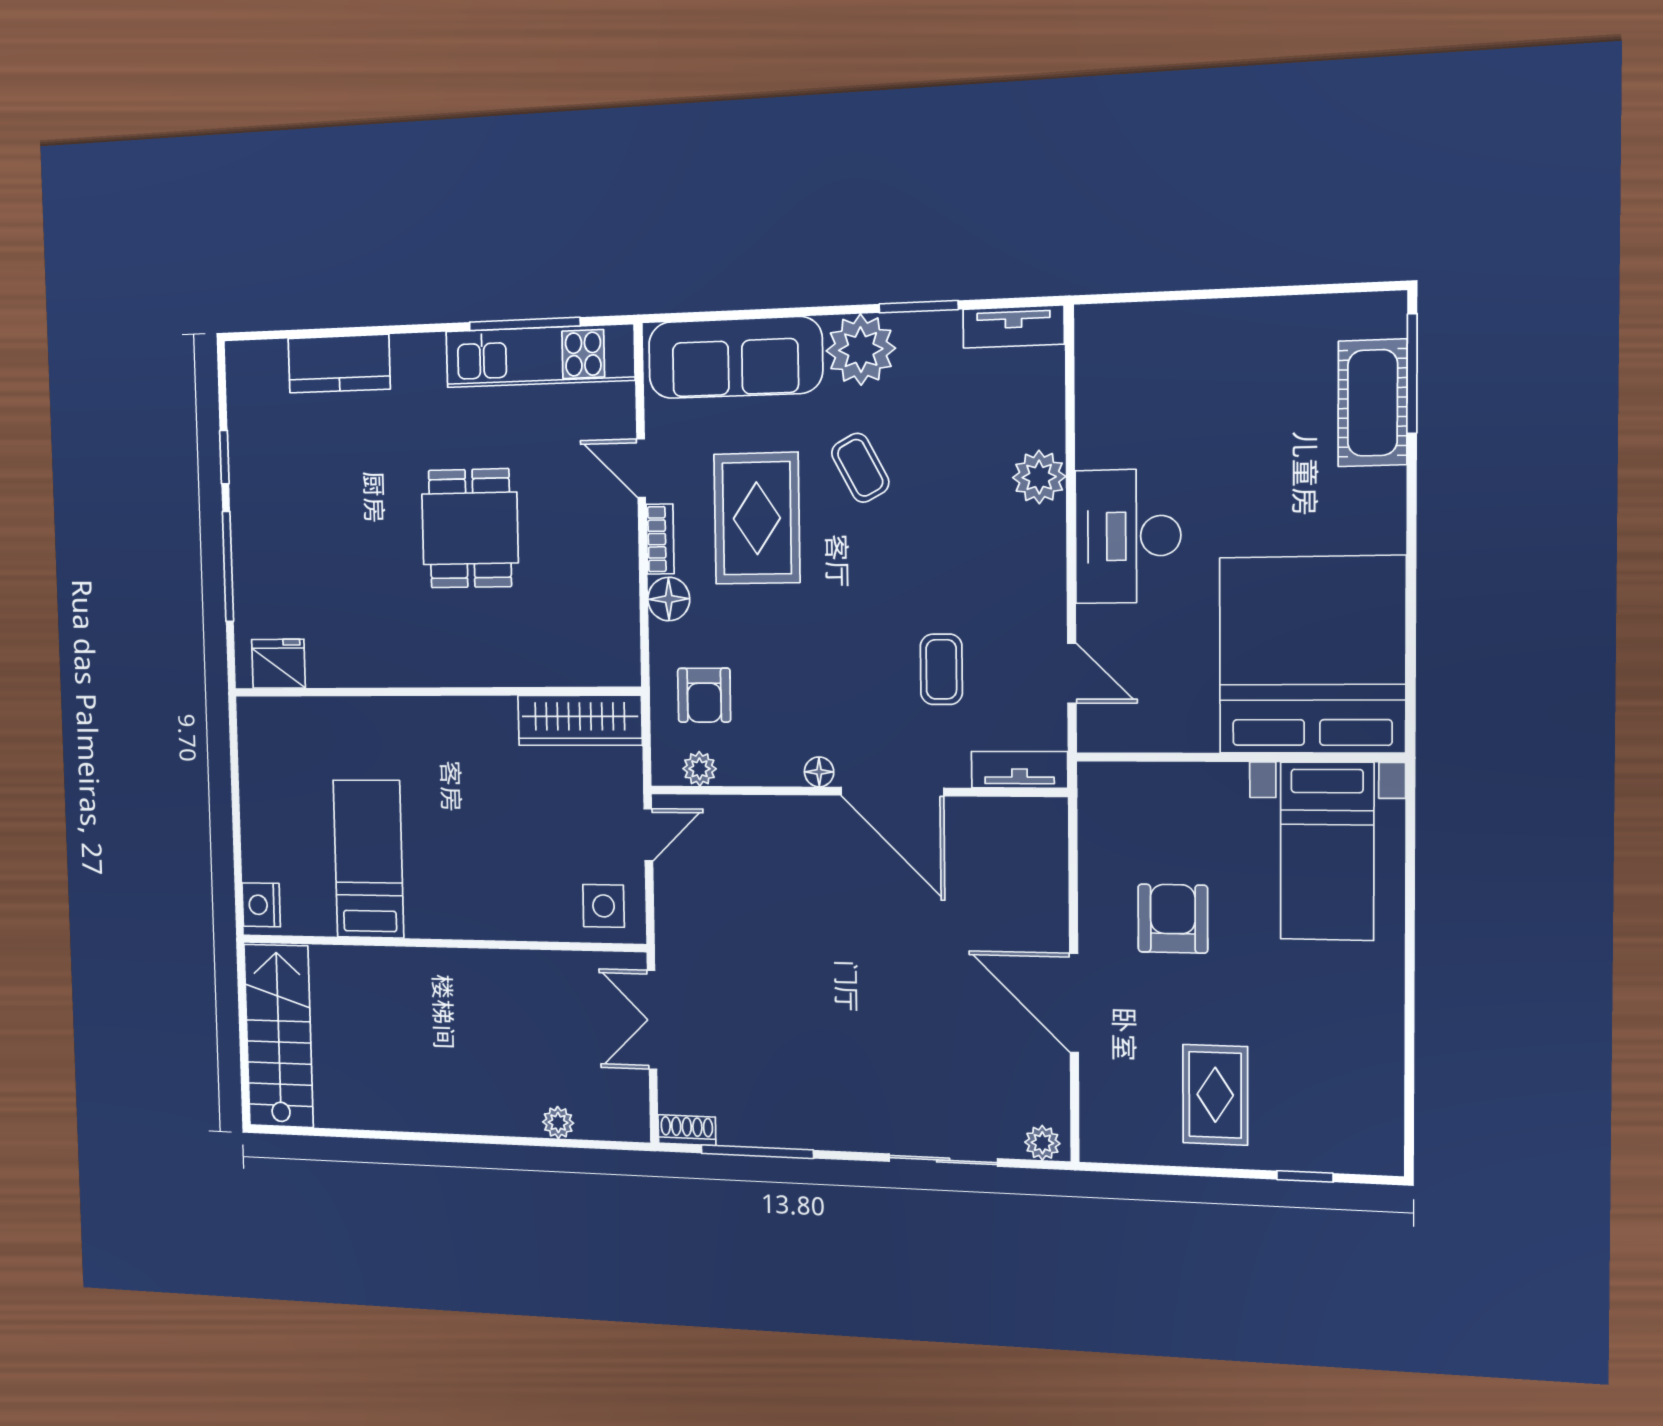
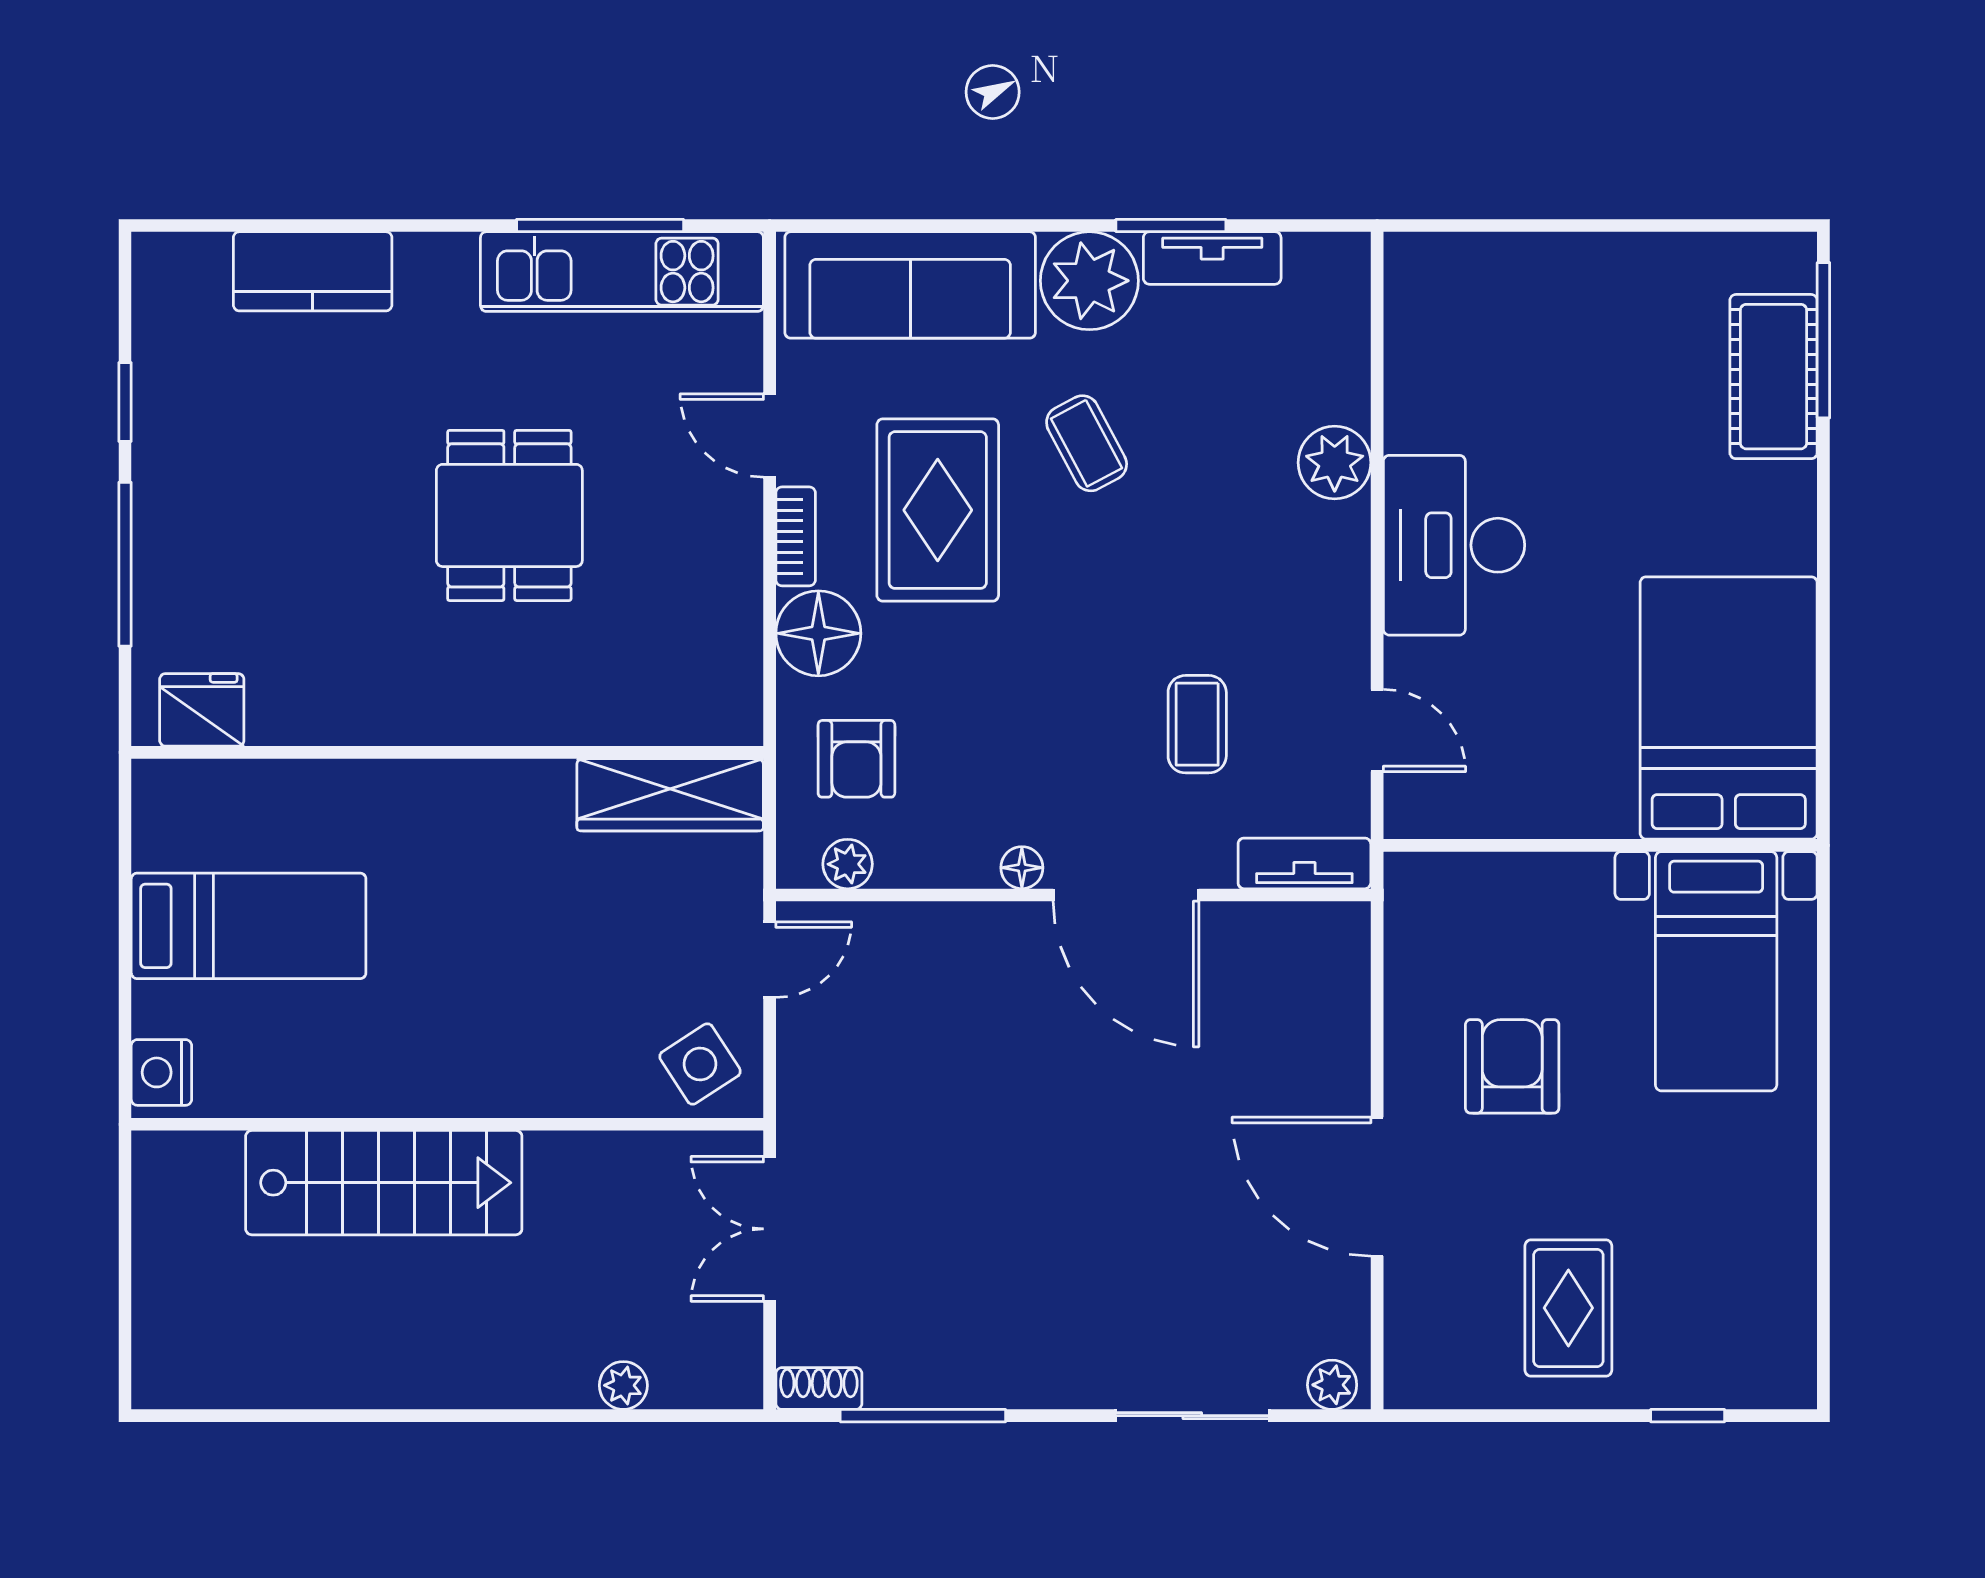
tv unit: (1014, 327) -> (1212, 258), moved
floor lamp: (669, 599) -> (818, 633), width x1.38, depth x1.38
bed: (1312, 655) -> (1729, 708), width x0.73
bed: (368, 859) -> (249, 926), moved, turned 90
side table: (604, 906) -> (700, 1064), turned -33
stairs: (279, 1036) -> (384, 1183), moved, turned 90

